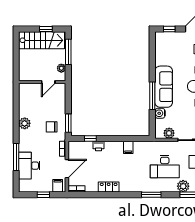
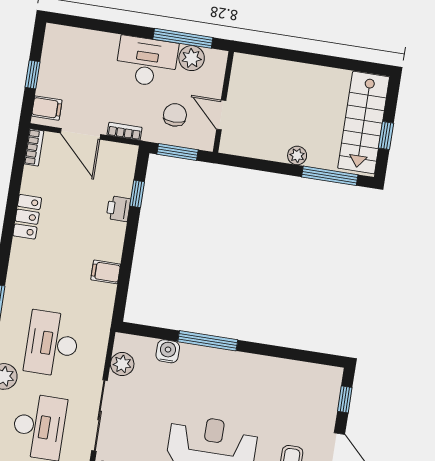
wall: (42, 82) -> (223, 102), moved
door: (48, 82) -> (221, 115), moved
sofa: (164, 87) -> (223, 368), removed
window: (16, 157) -> (183, 38), moved
desk: (29, 166) -> (147, 62), moved

